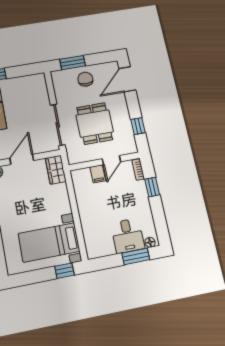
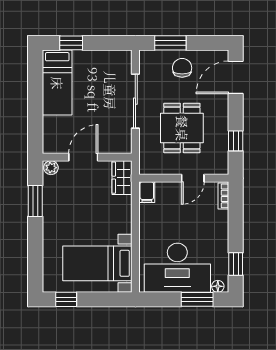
sliding door: (58, 125) -> (135, 101), moved
filing cabinet: (98, 174) -> (147, 192), moved
window: (152, 187) -> (236, 264), moved
desk: (128, 236) -> (177, 268), width x1.87, depth x1.30
window: (64, 271) -> (66, 299), moved

